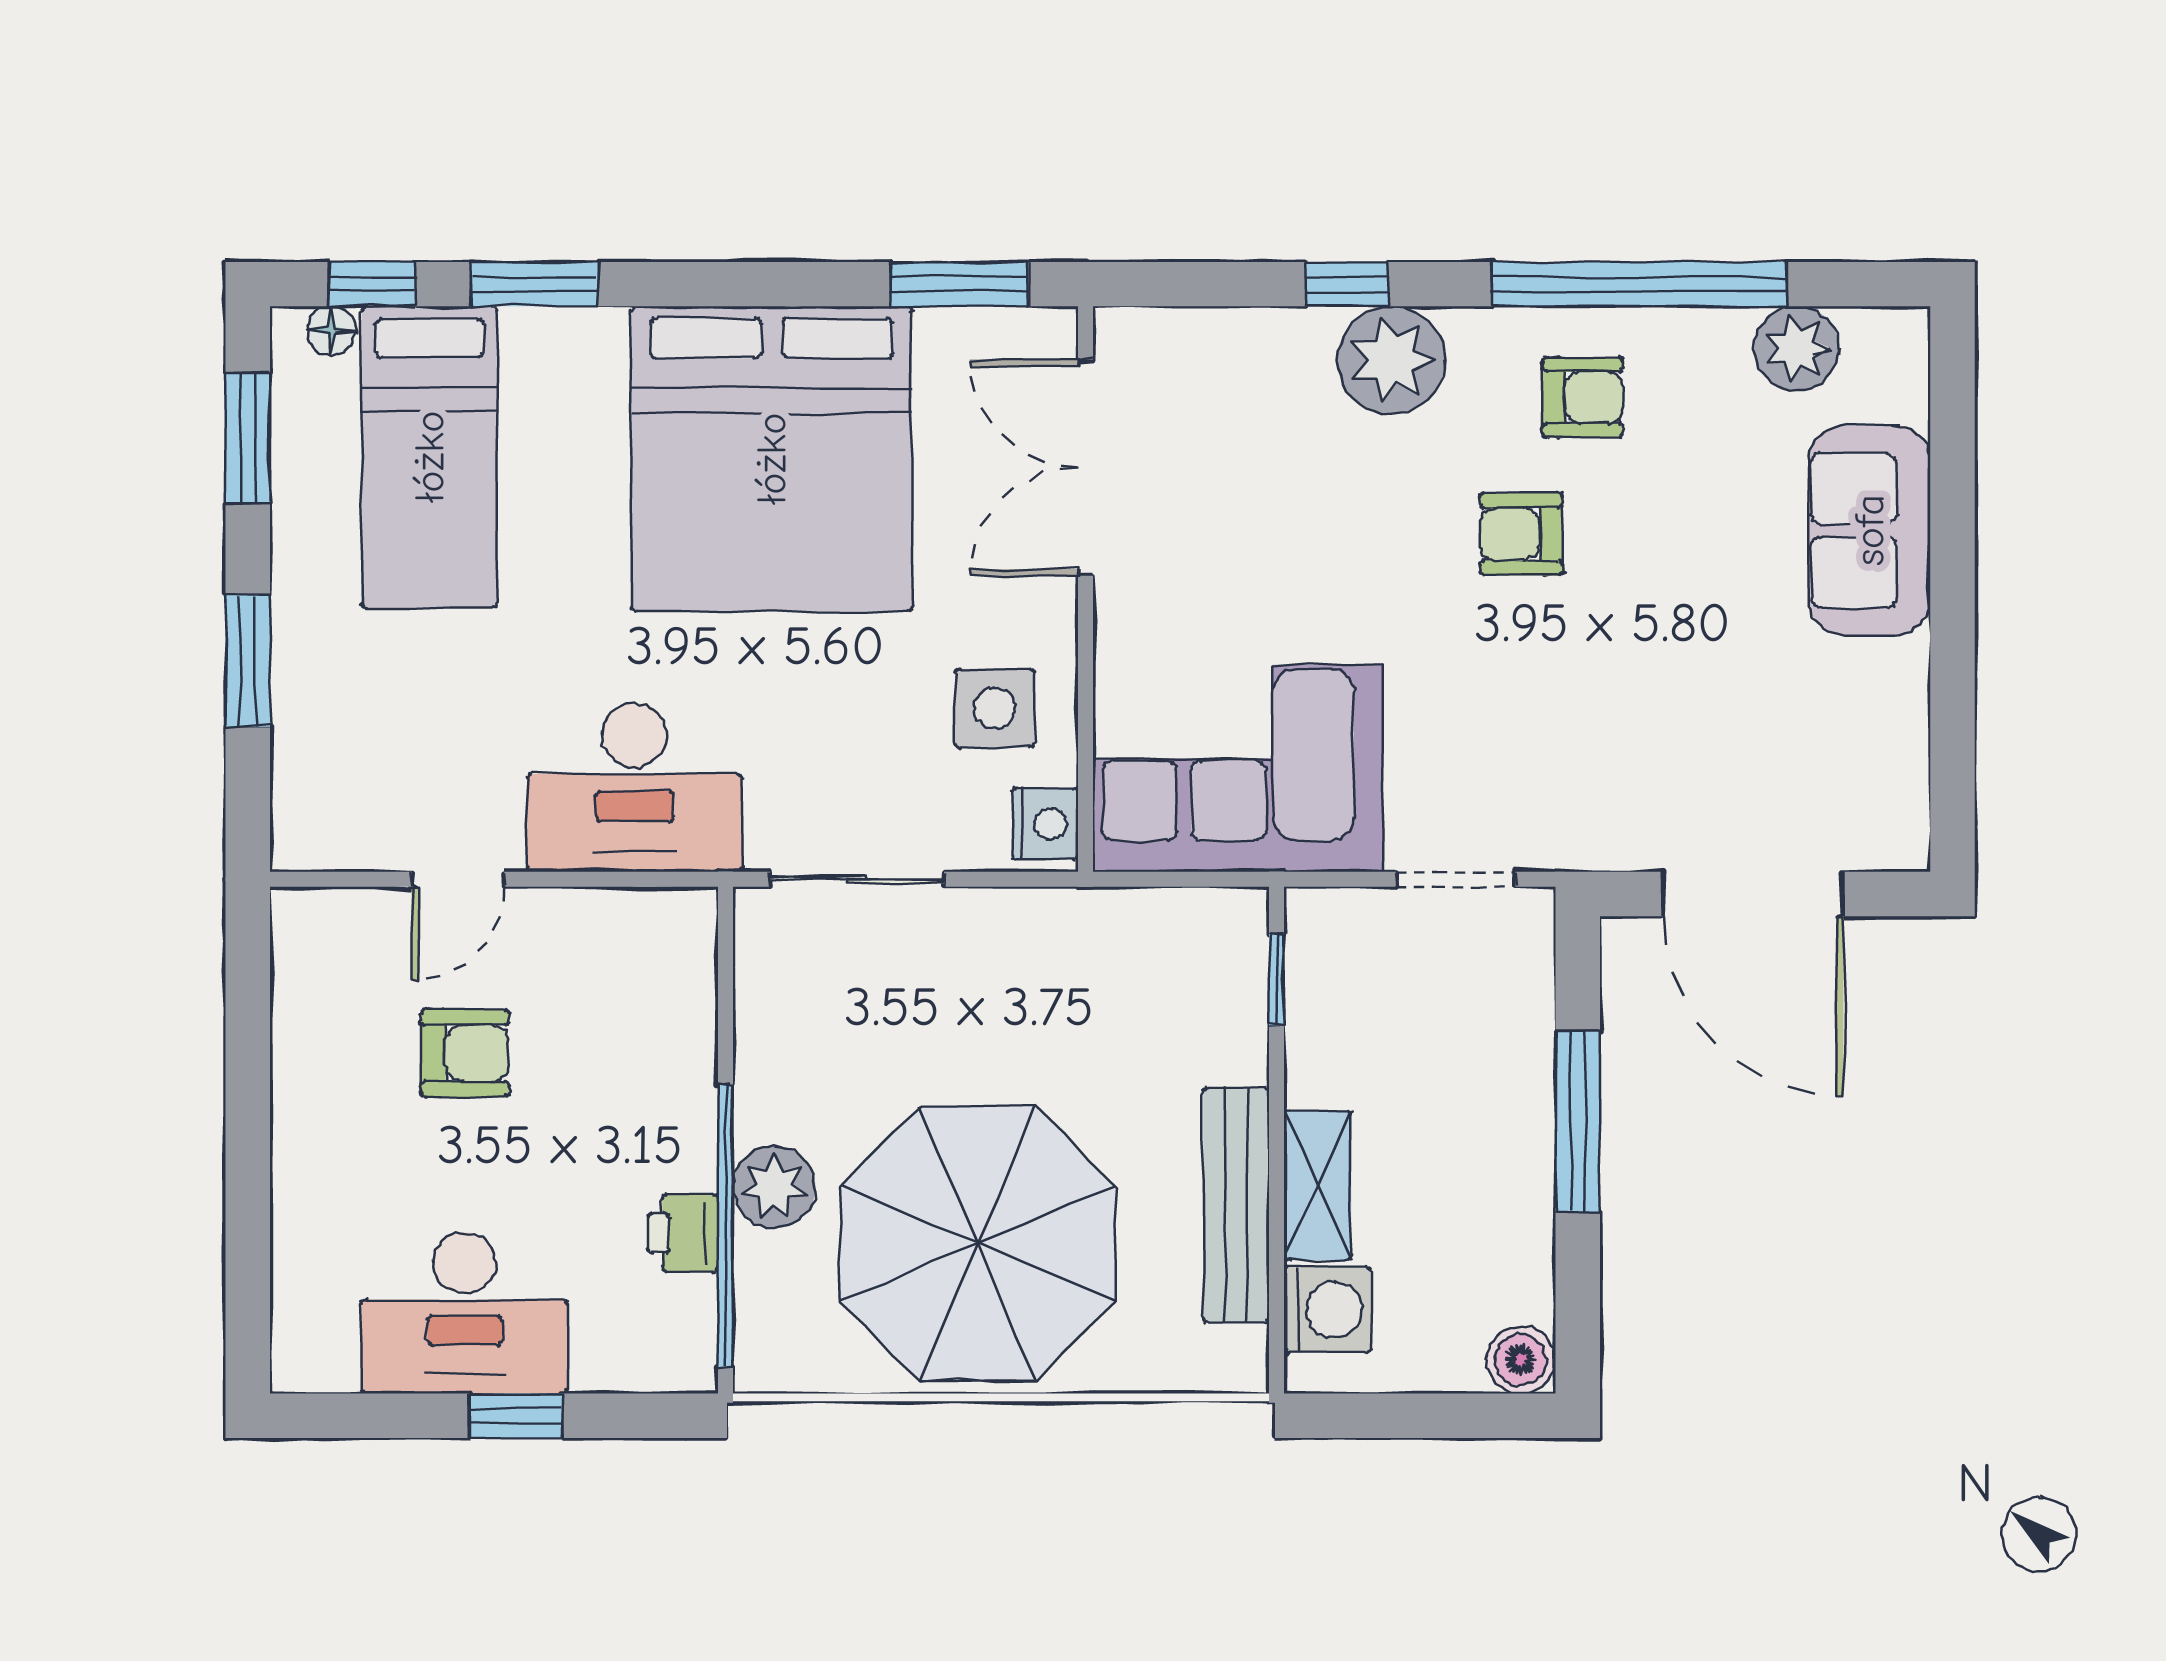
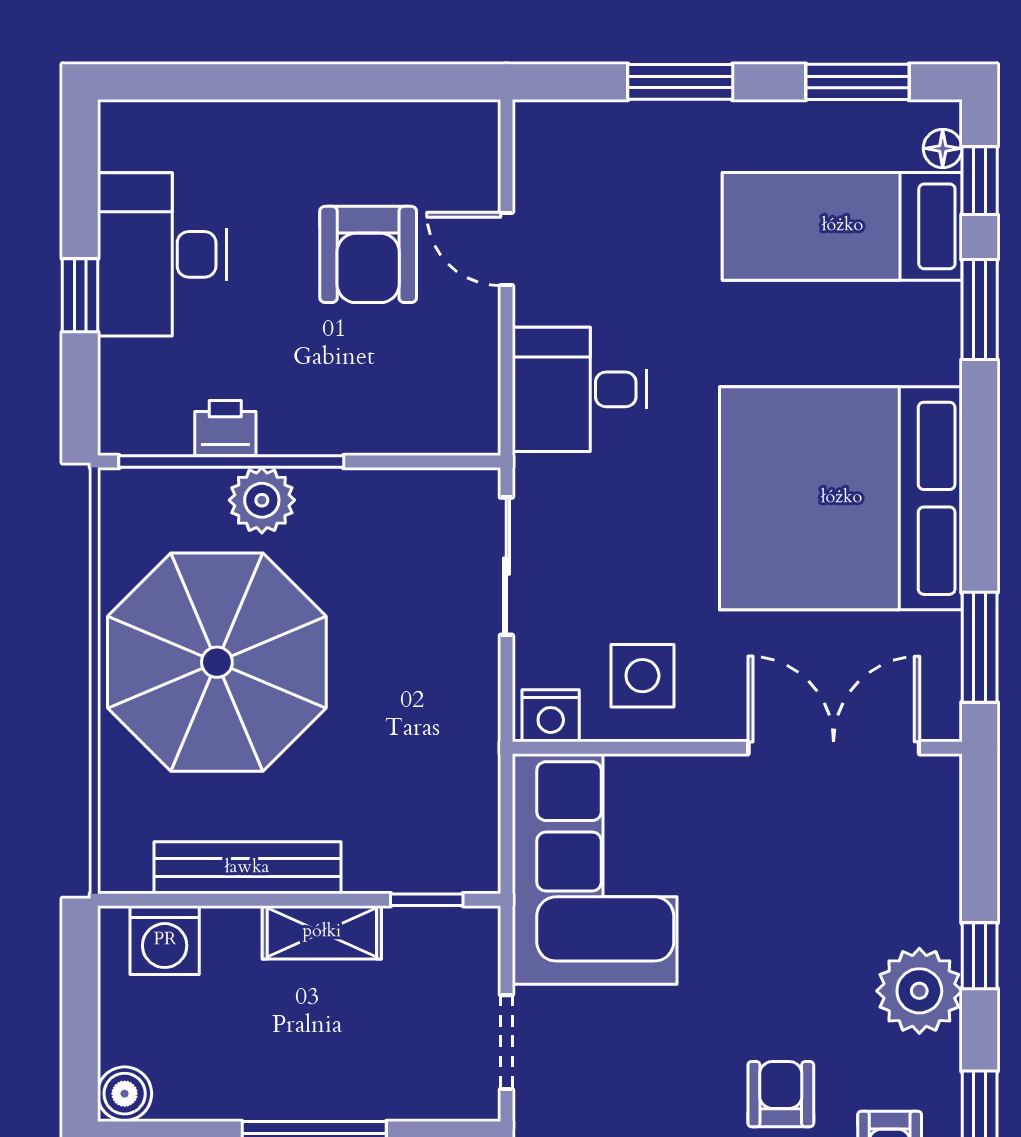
desk: (635, 787) -> (579, 389), width x0.73
armchair: (465, 1053) -> (368, 254), width x1.38, depth x1.38
shelving: (1317, 1185) -> (322, 932), moved

